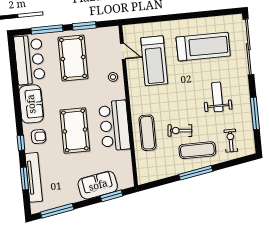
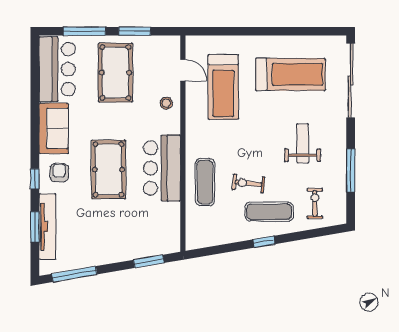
armchair: (39, 137) -> (59, 173), turned -90
window: (196, 173) -> (264, 242), width x0.46
sofa: (98, 185) -> (132, 245), removed

